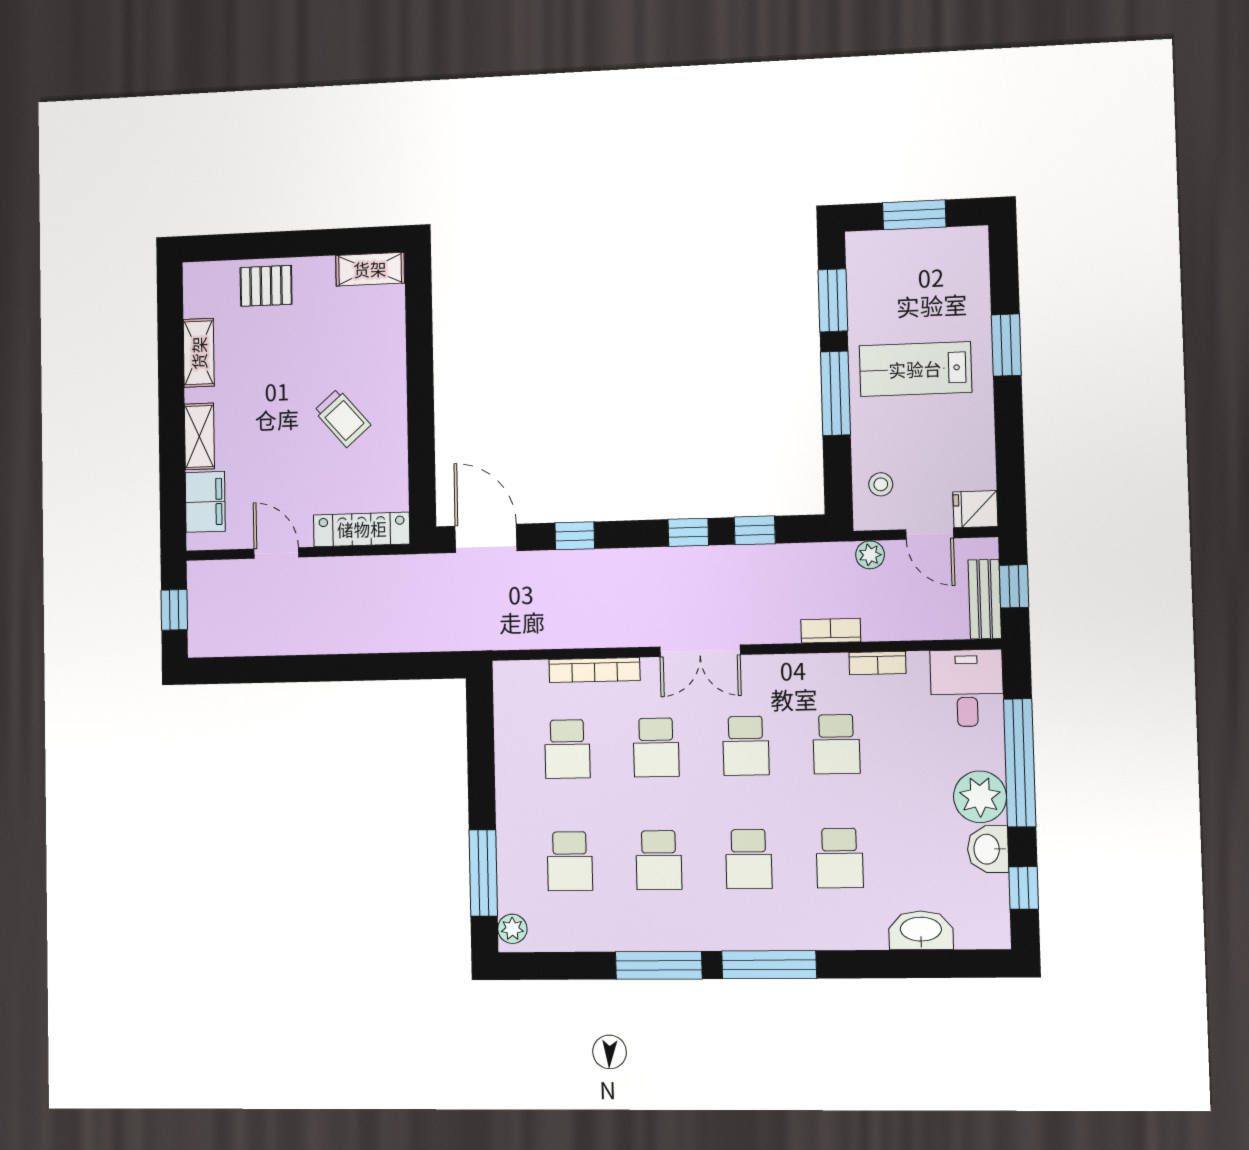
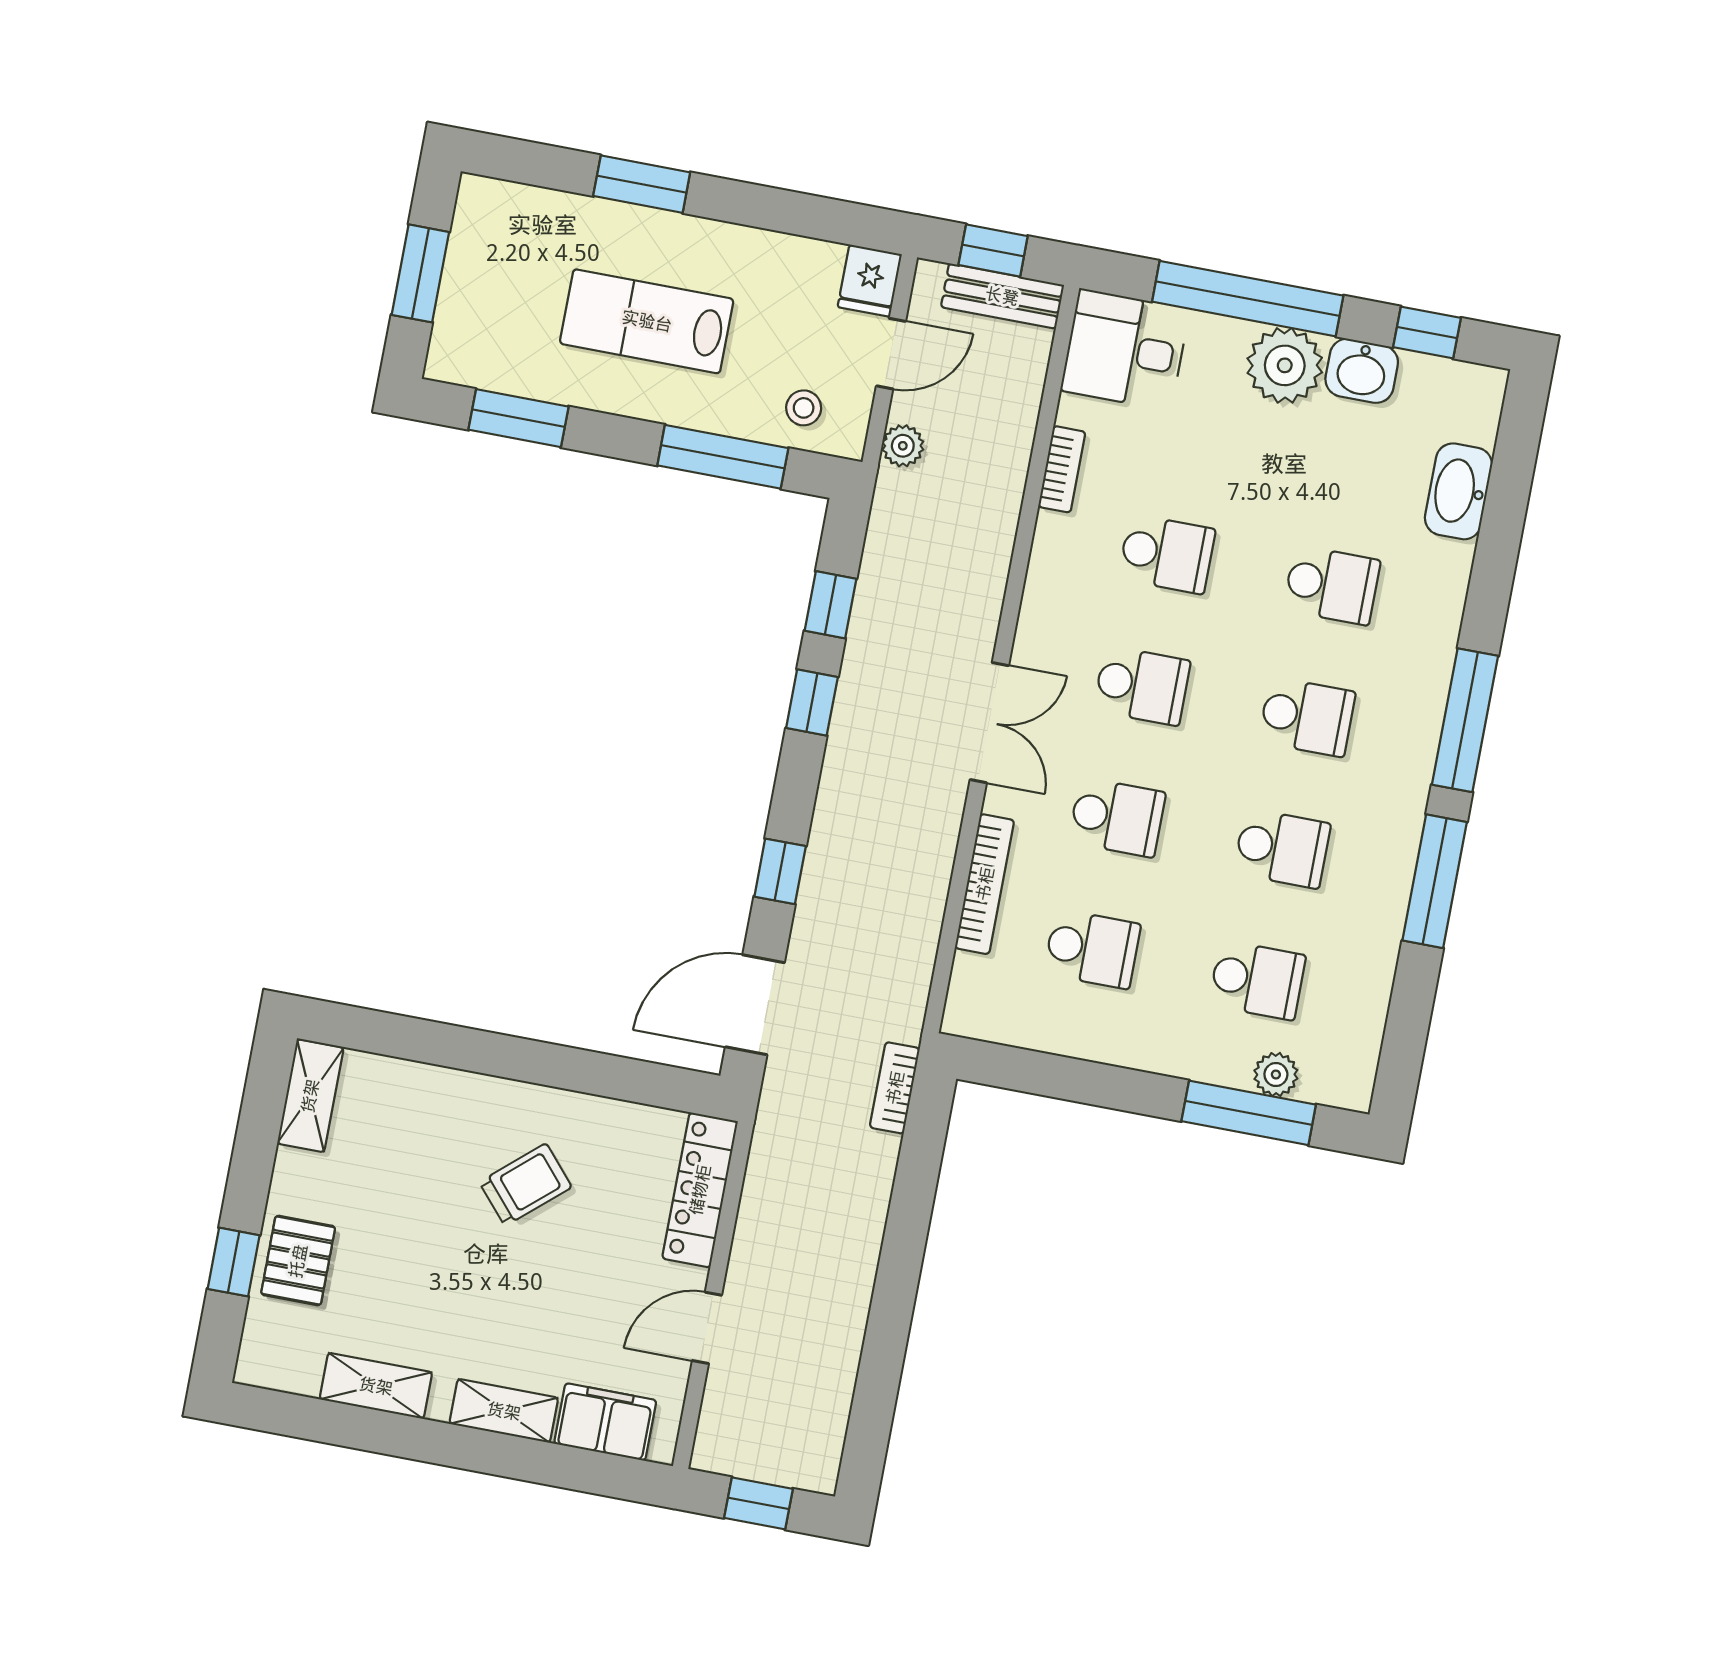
window: (257, 246) -> (234, 1262), added
lab bench: (915, 369) -> (647, 321), turned 90
window: (835, 393) -> (723, 457), moved
bookcase: (831, 631) -> (895, 1088), moved
plant: (512, 929) -> (1276, 1074), moved

